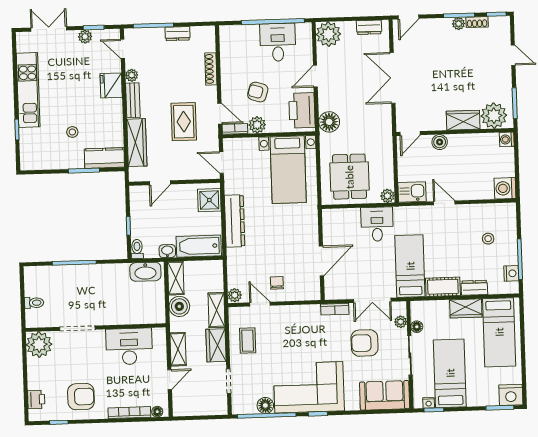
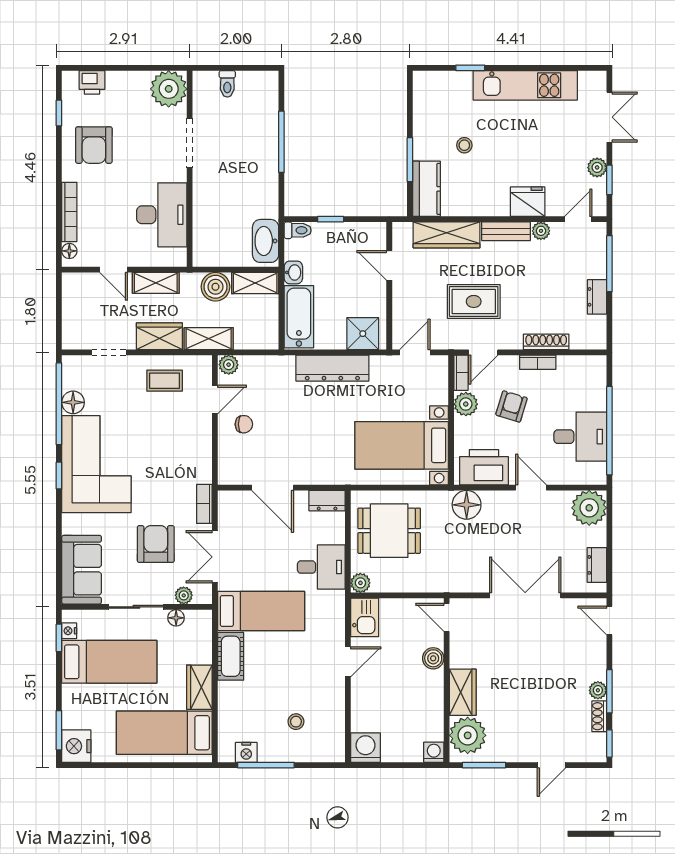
bookcase: (226, 74) -> (538, 362), added
dresser: (474, 288) -> (327, 501), moved, turned 90

